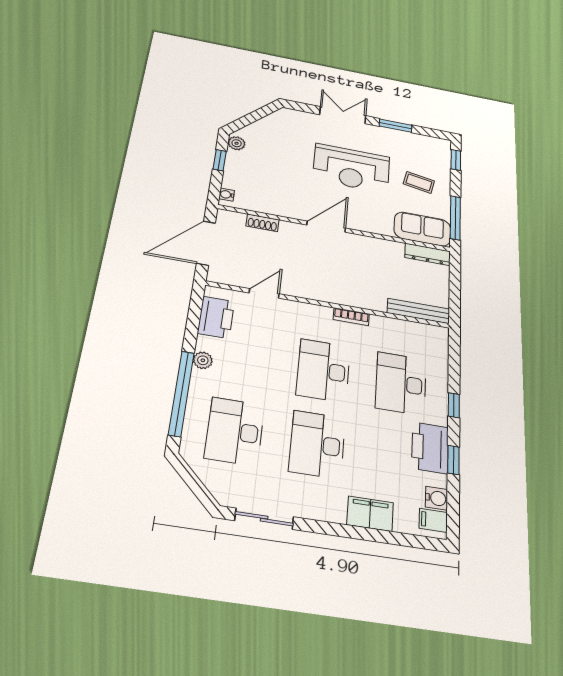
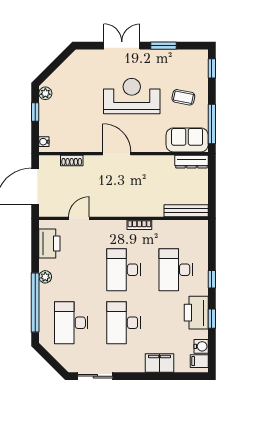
reception desk: (351, 168) -> (132, 96), turned 180
door: (326, 227) -> (117, 154), hinge flipped

